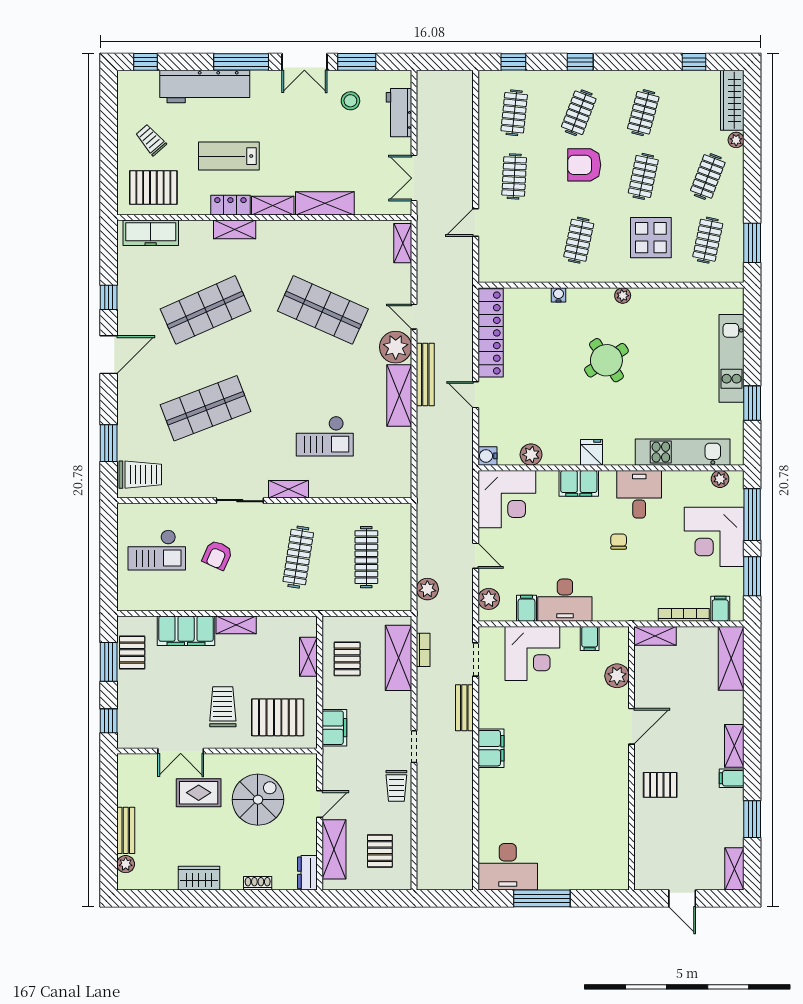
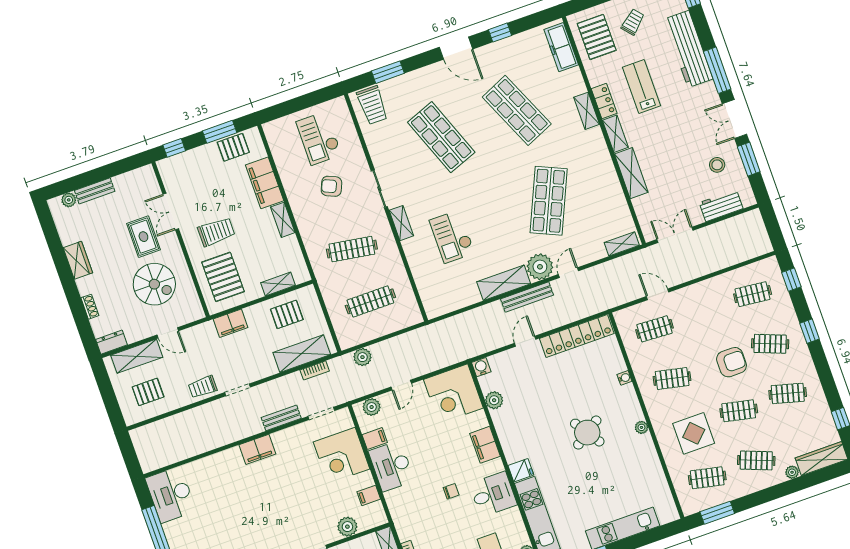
armchair: (584, 165) -> (732, 362), turned 90
clothes rail: (514, 176) -> (654, 329), moved
fridge: (592, 452) -> (521, 470), moved

